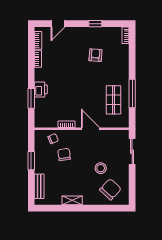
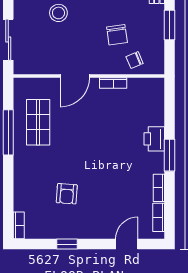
window: (31, 98) -> (169, 155), moved
door: (90, 129) -> (75, 76), hinge flipped

